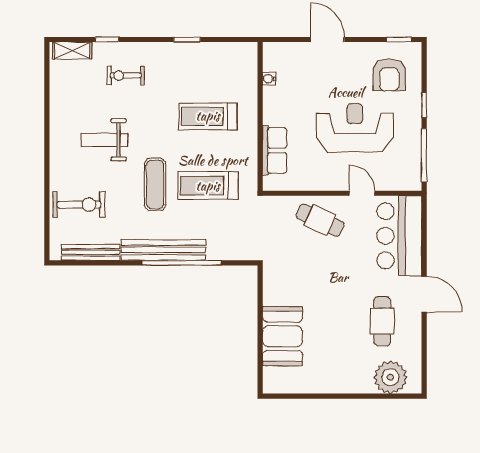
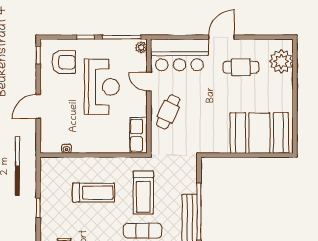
treadmill: (208, 116) -> (94, 193), turned -90
reception desk: (355, 128) -> (102, 87), turned 180
row of seats: (274, 150) -> (138, 135), moved, turned -90
plant: (410, 183) -> (141, 47), added
door: (362, 193) -> (149, 82), hinge flipped
booth: (282, 336) -> (259, 133), width x1.36, depth x1.42

